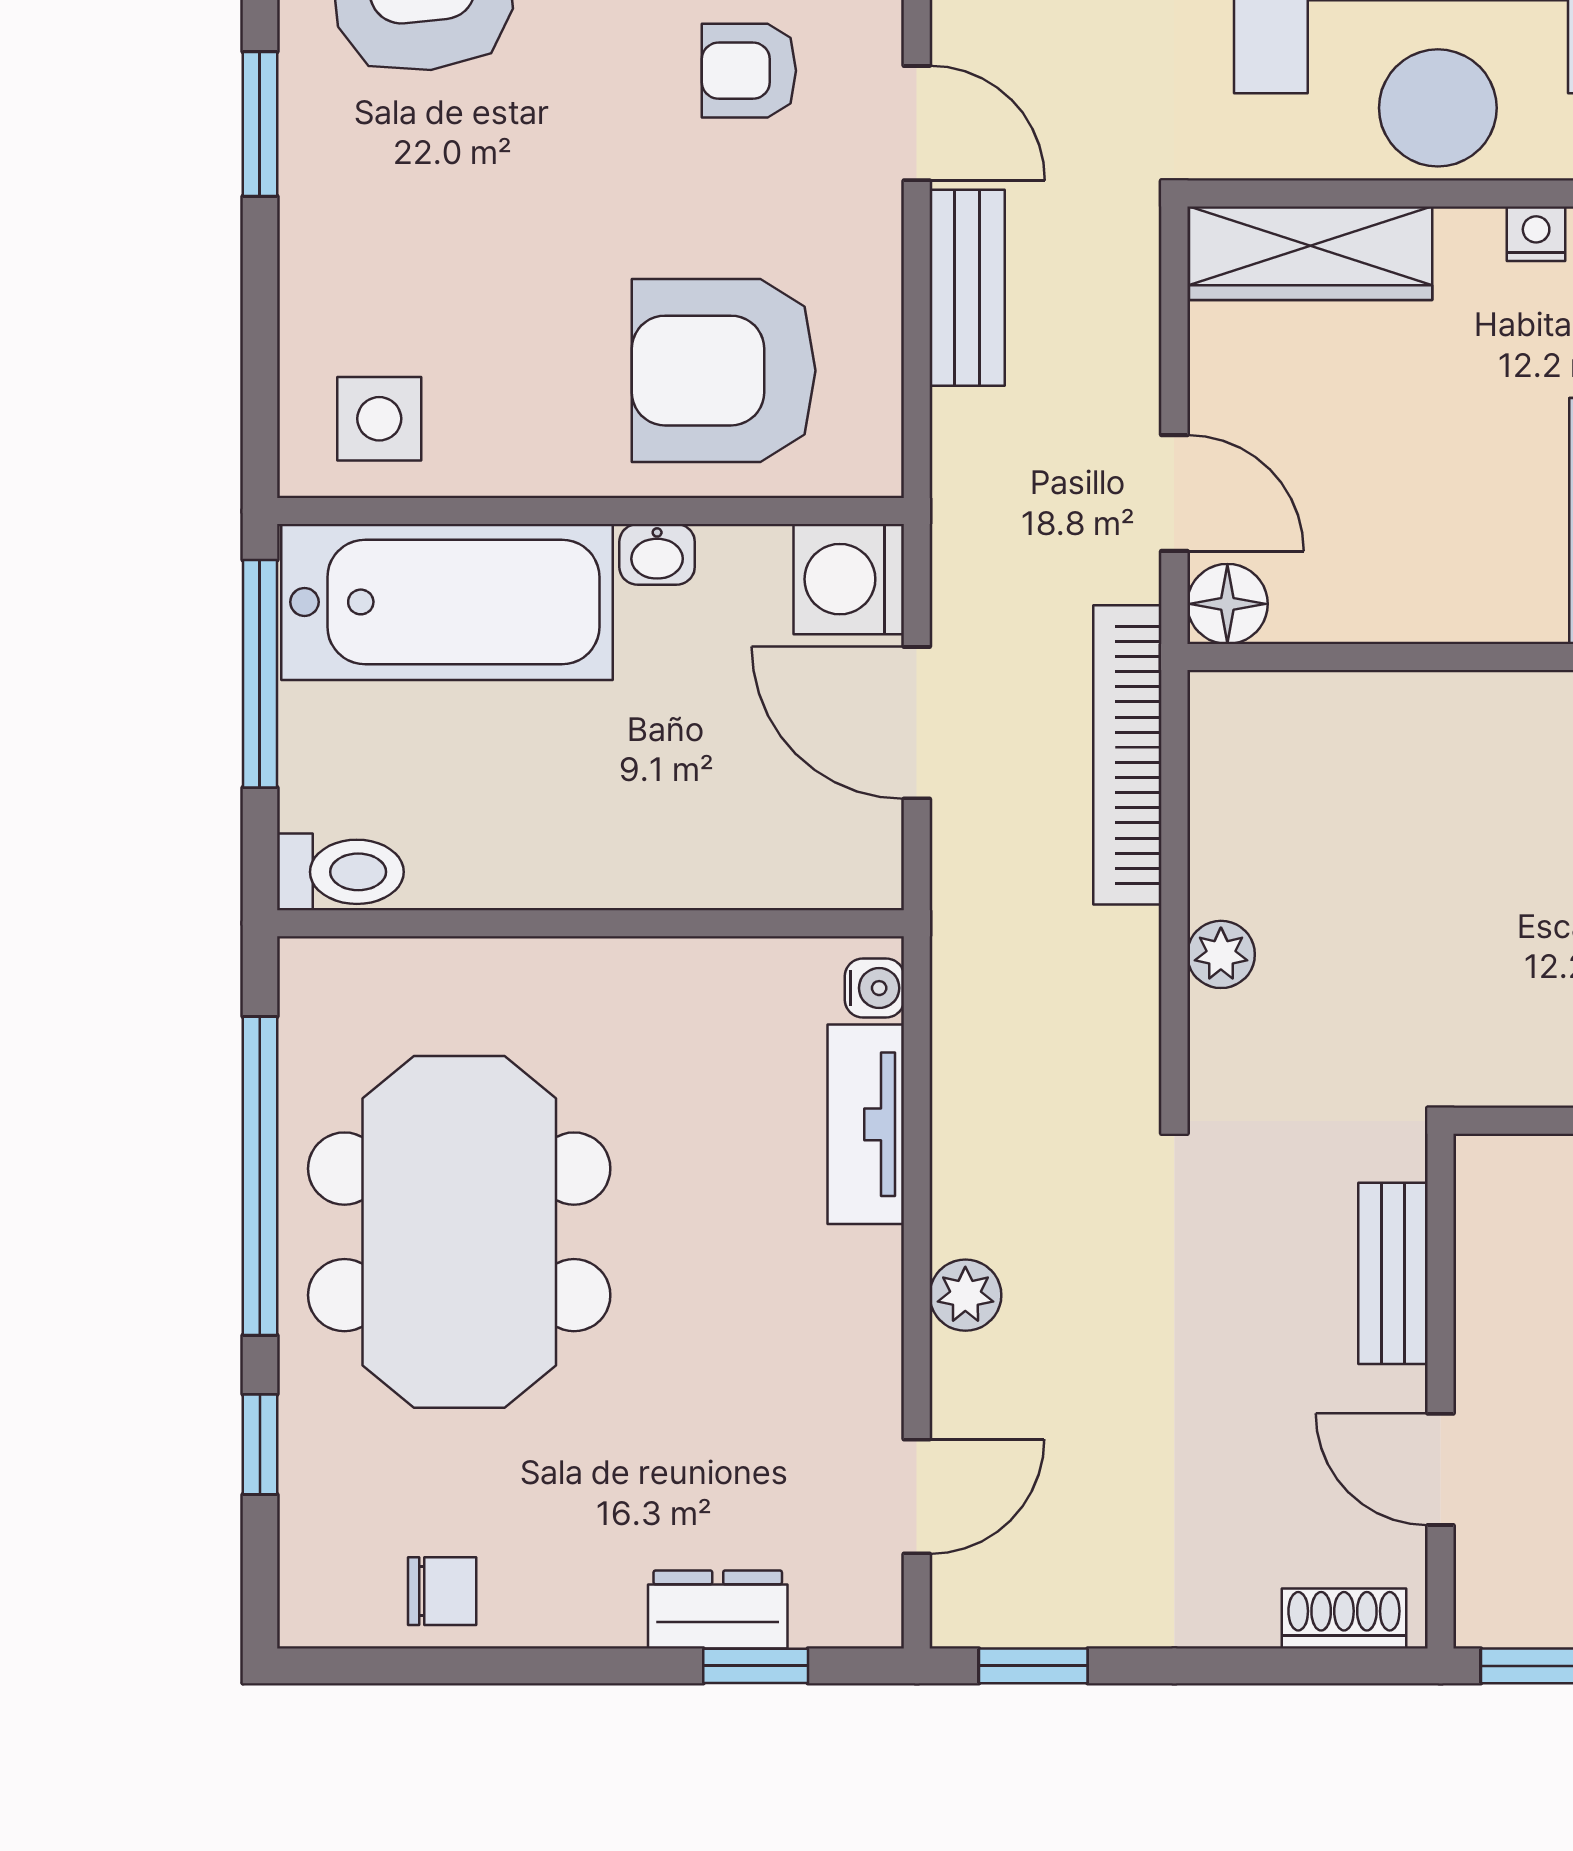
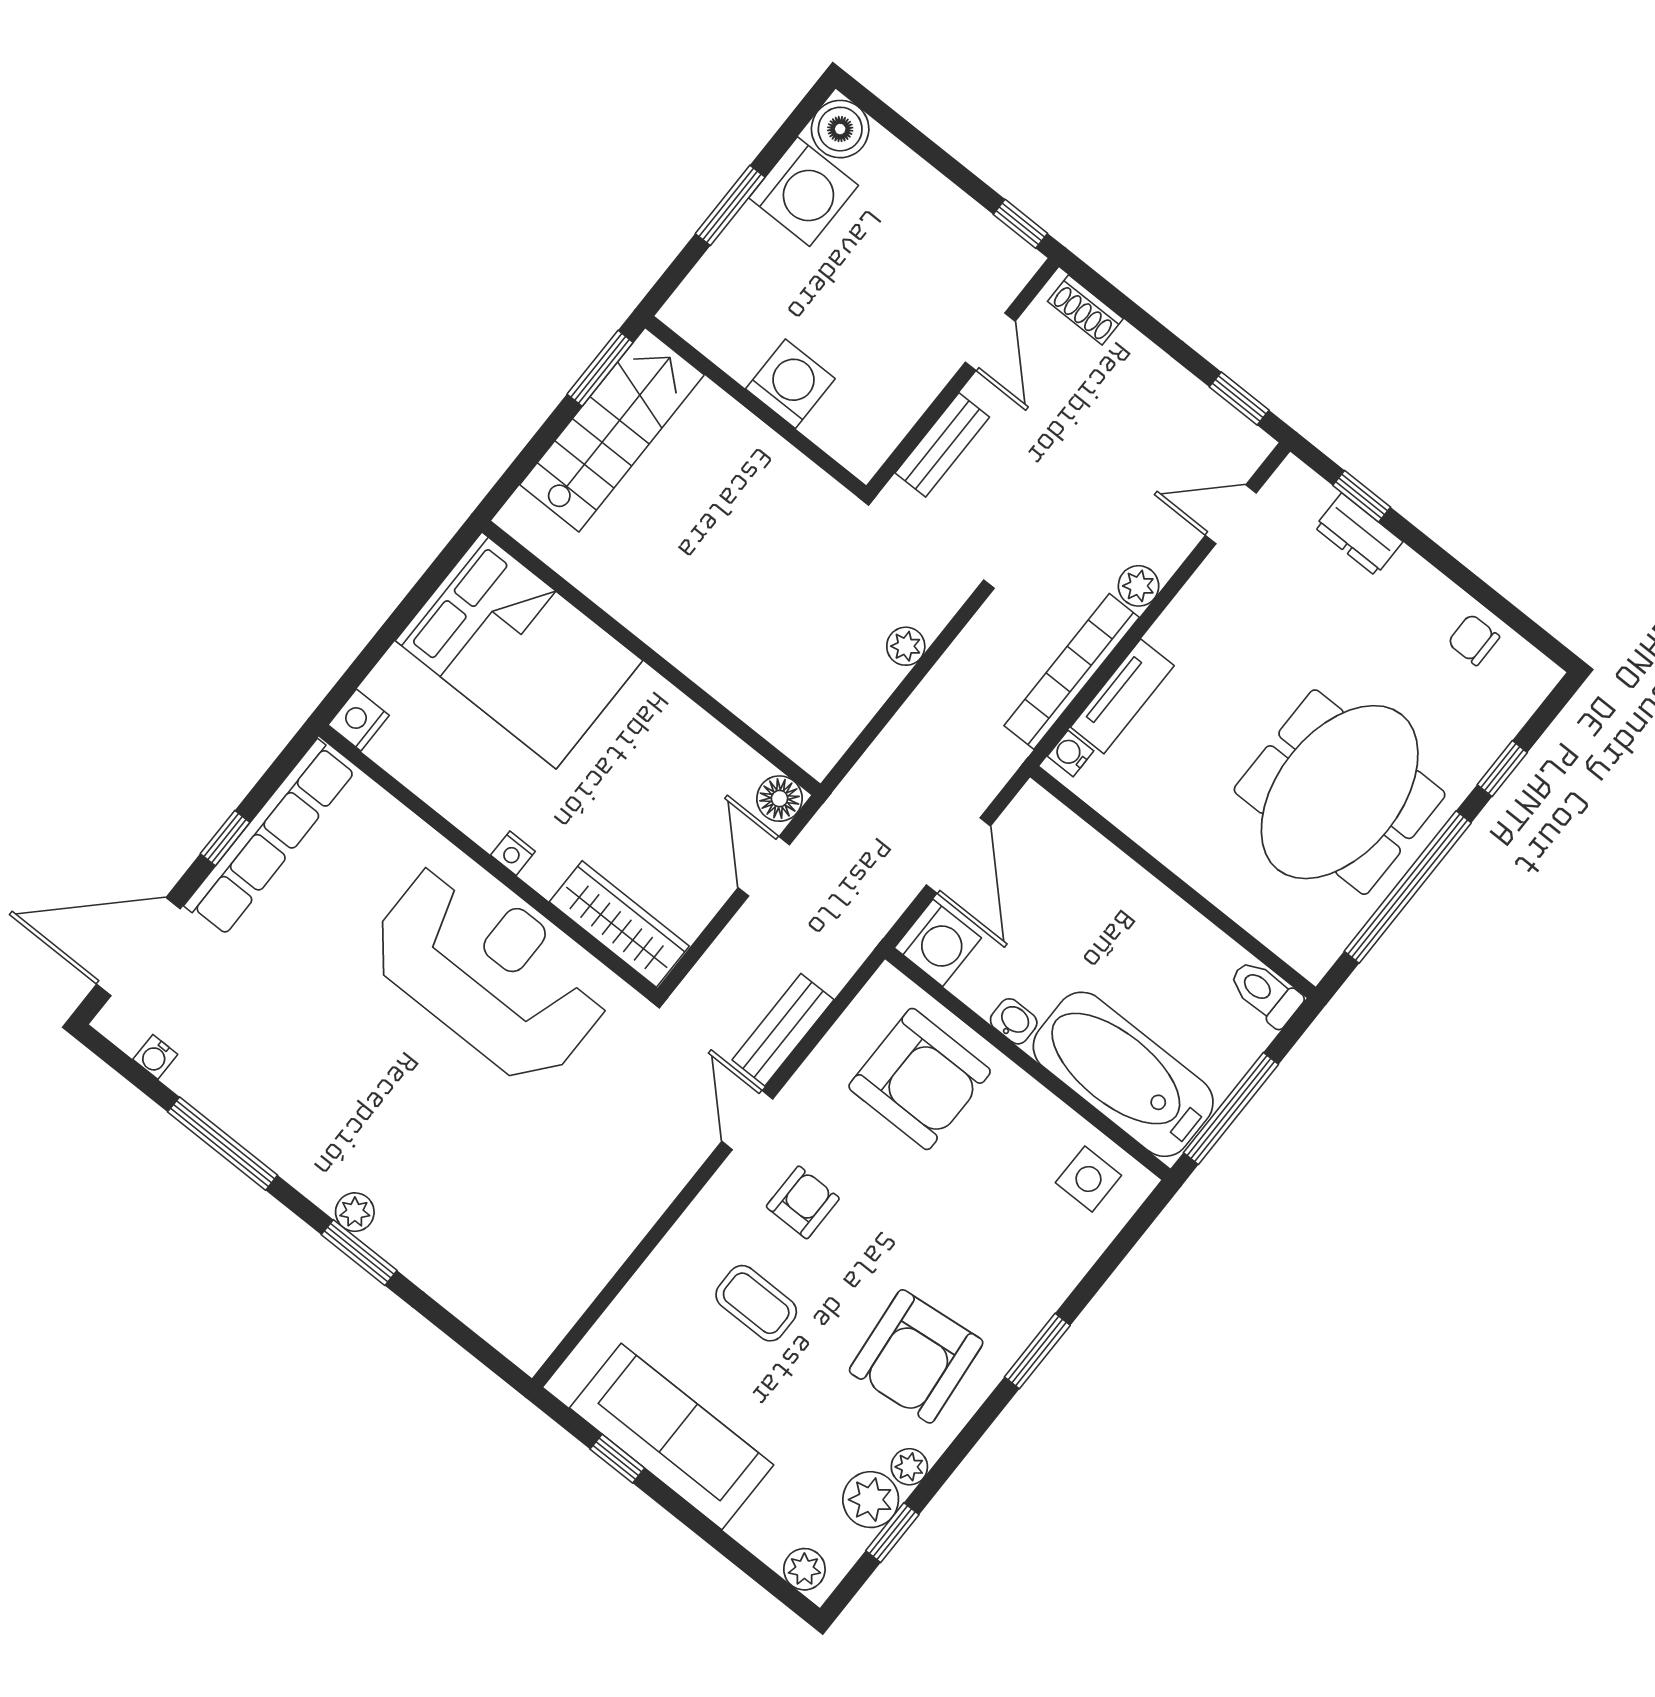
armchair: (749, 71) -> (803, 1202), turned -90
bookcase: (1127, 755) -> (1072, 671), moved, turned 180

